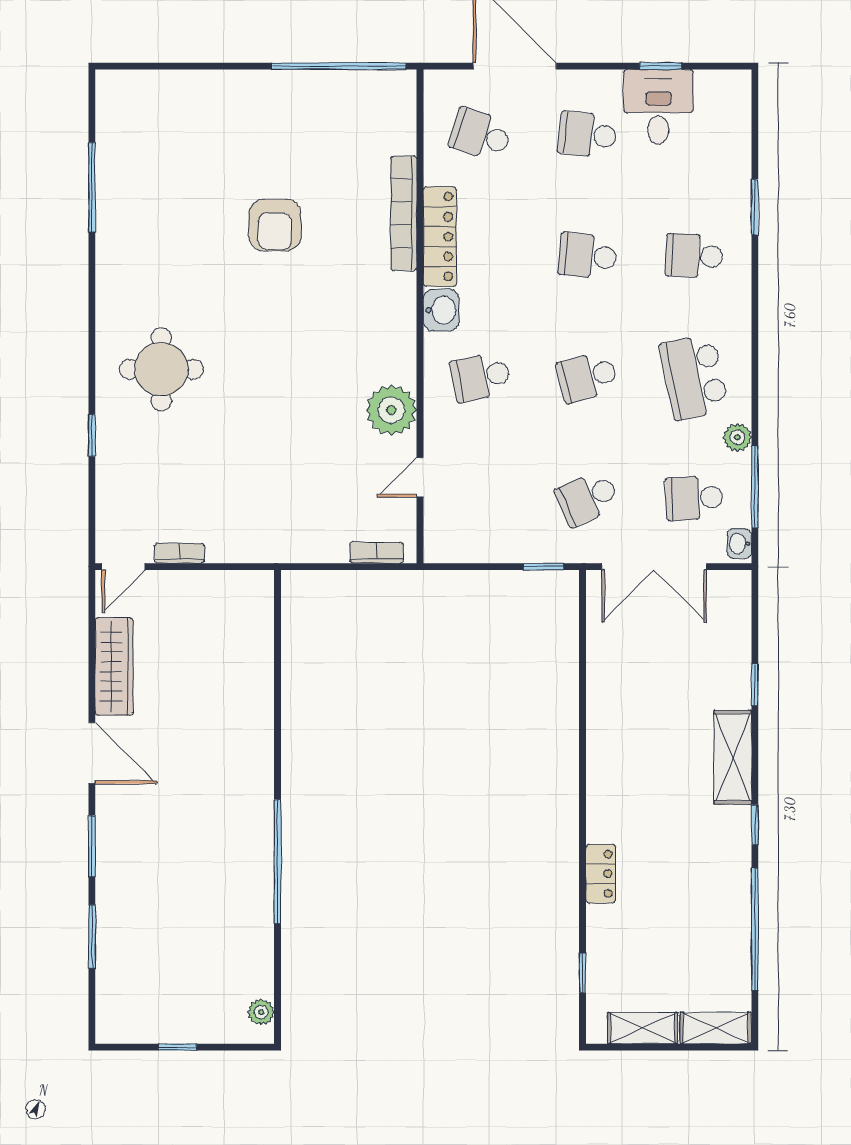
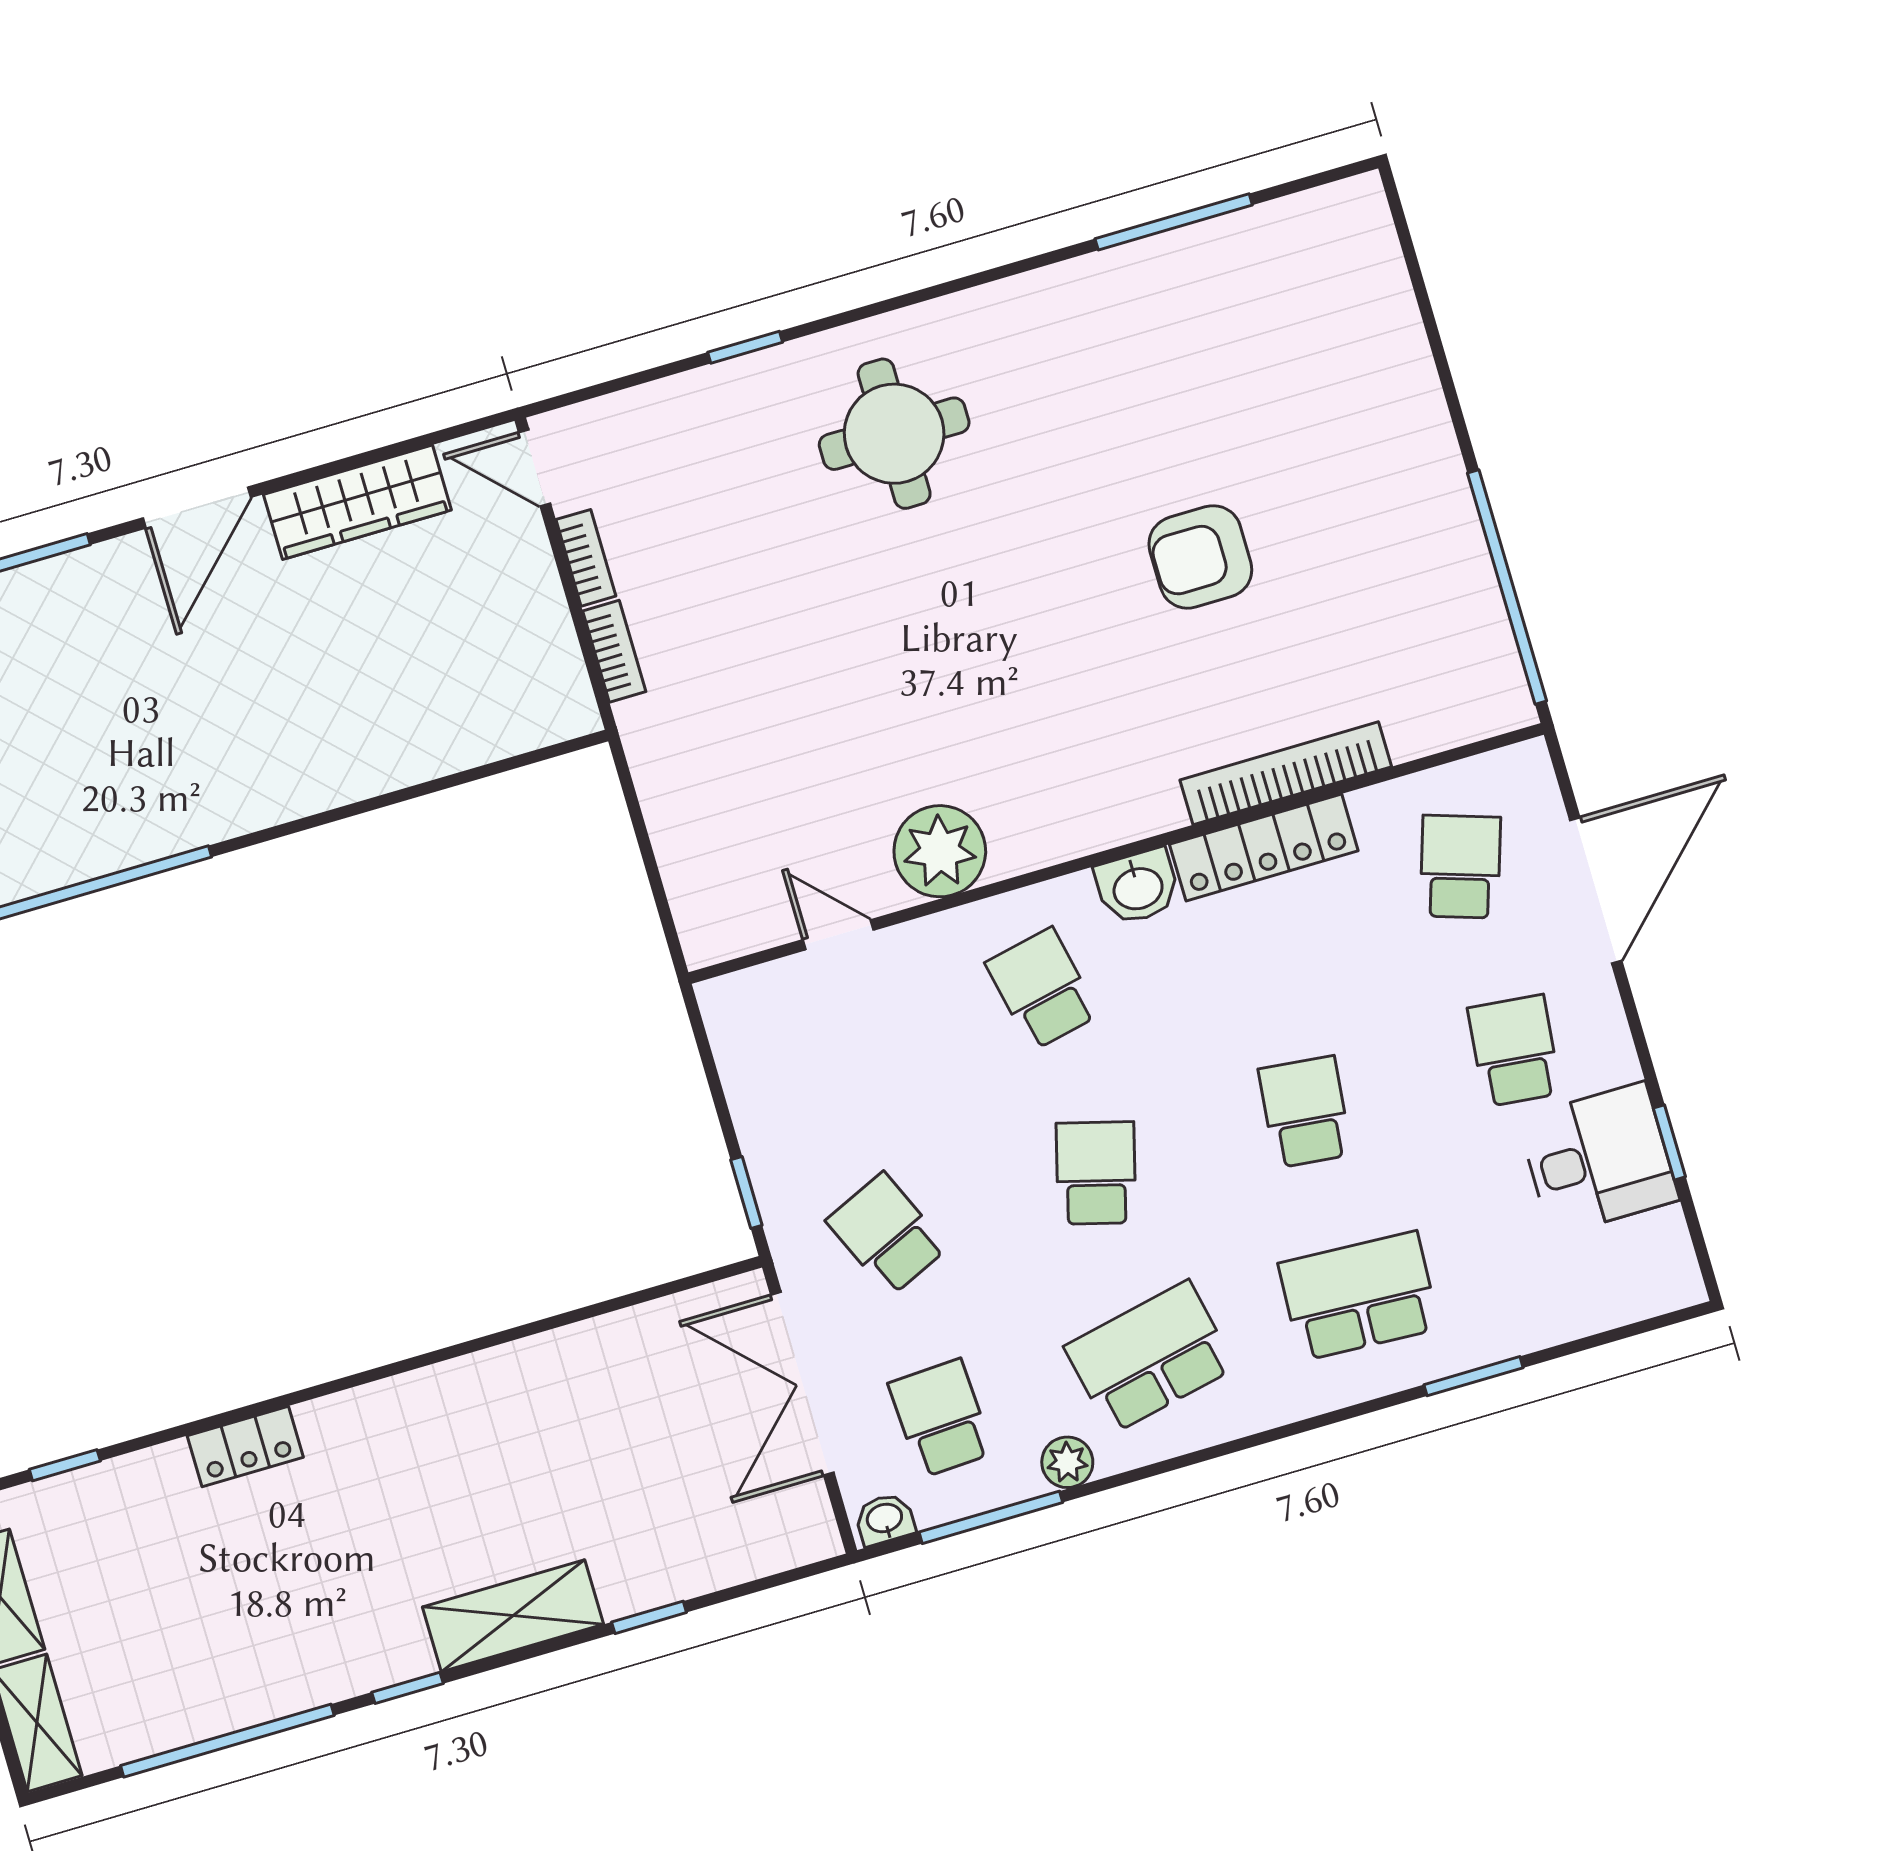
school desk: (694, 256) -> (1359, 1296), width x1.85
school desk: (587, 377) -> (1096, 1173), turned 30
bookcase: (377, 553) -> (614, 651), moved

